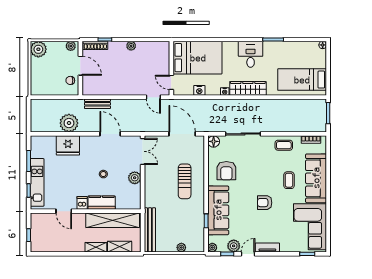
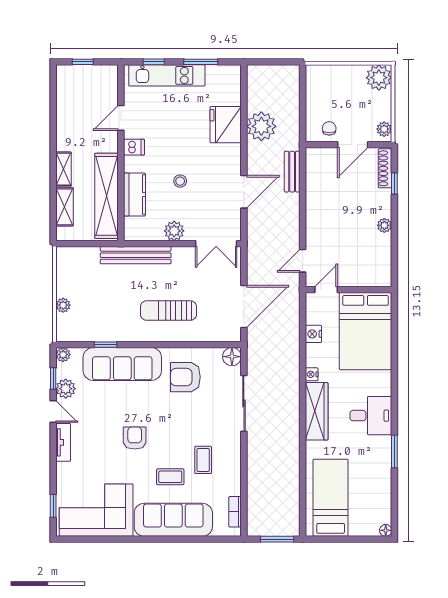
coffee table: (284, 145) -> (203, 460), moved
kitchen counter: (102, 203) -> (135, 195), moved
bench: (150, 230) -> (136, 255), moved

